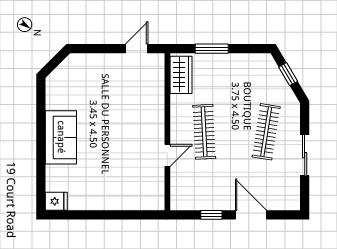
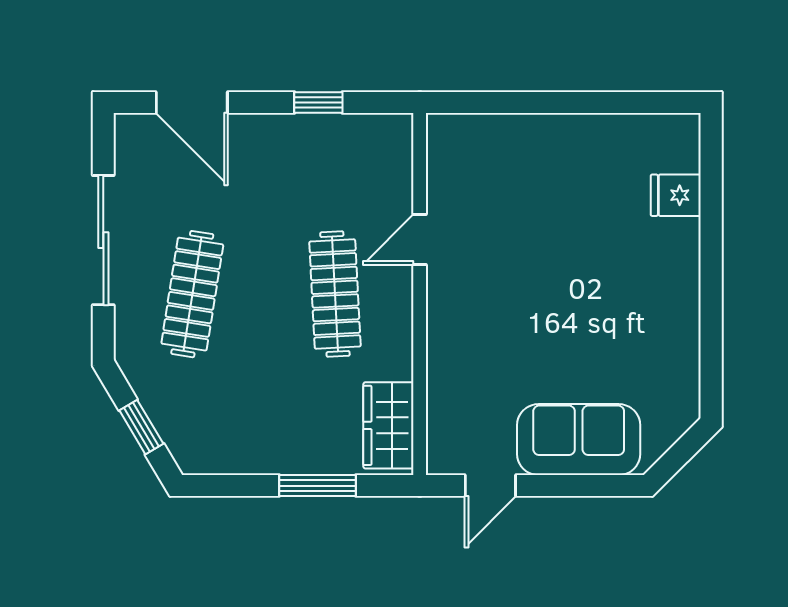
sofa: (61, 137) -> (579, 440), moved, turned 90
sliding door: (305, 155) -> (103, 240), width x1.37
fridge: (56, 201) -> (676, 195), moved
door: (251, 215) -> (192, 103), moved

